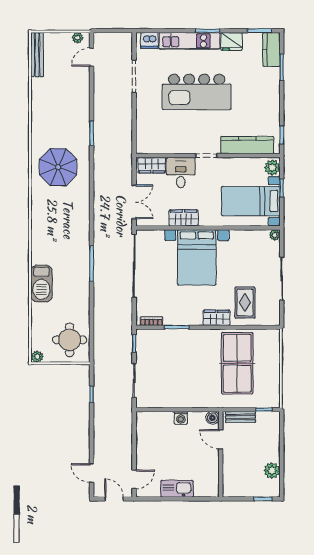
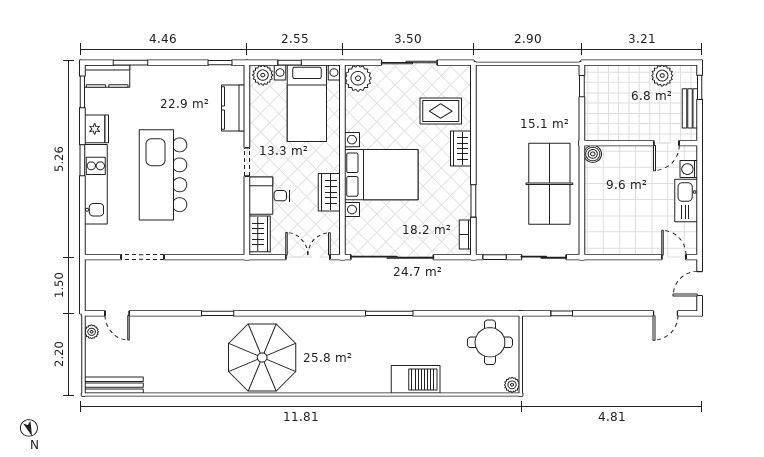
dishwasher: (149, 40) -> (95, 237), removed
kitchen island: (197, 92) -> (163, 175), turned 180
kitchen counter: (247, 145) -> (233, 108), width x0.67
parasol: (58, 167) -> (262, 357), width x1.36, depth x1.36
plant: (275, 235) -> (358, 78), width x1.88, depth x1.88
table tennis table: (237, 363) -> (549, 184), moved, turned 90
bench: (240, 417) -> (690, 108), moved
washing machine: (181, 418) -> (689, 169), moved, turned 180
door: (221, 439) -> (666, 143), moved

